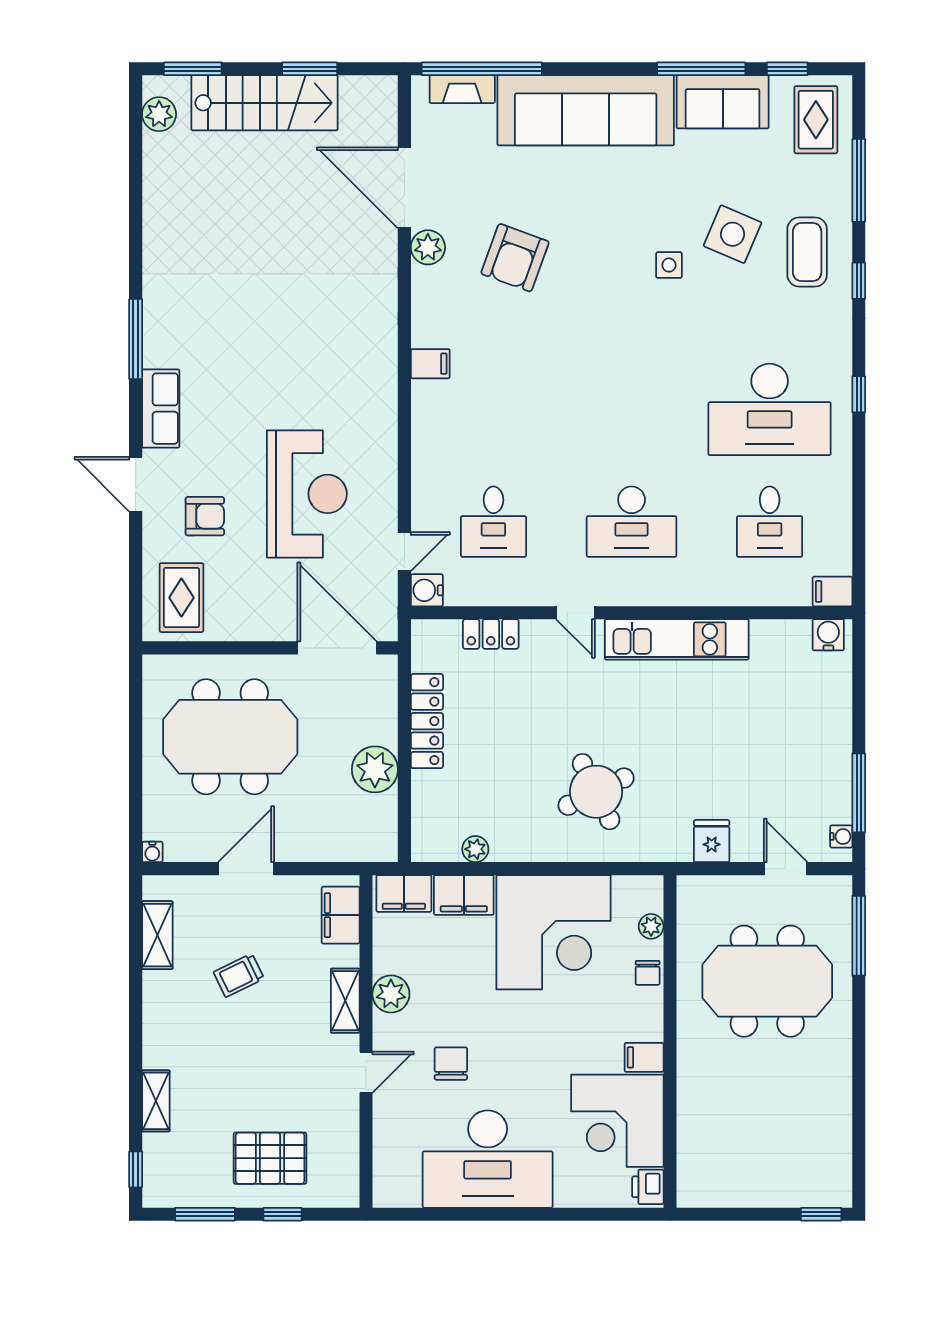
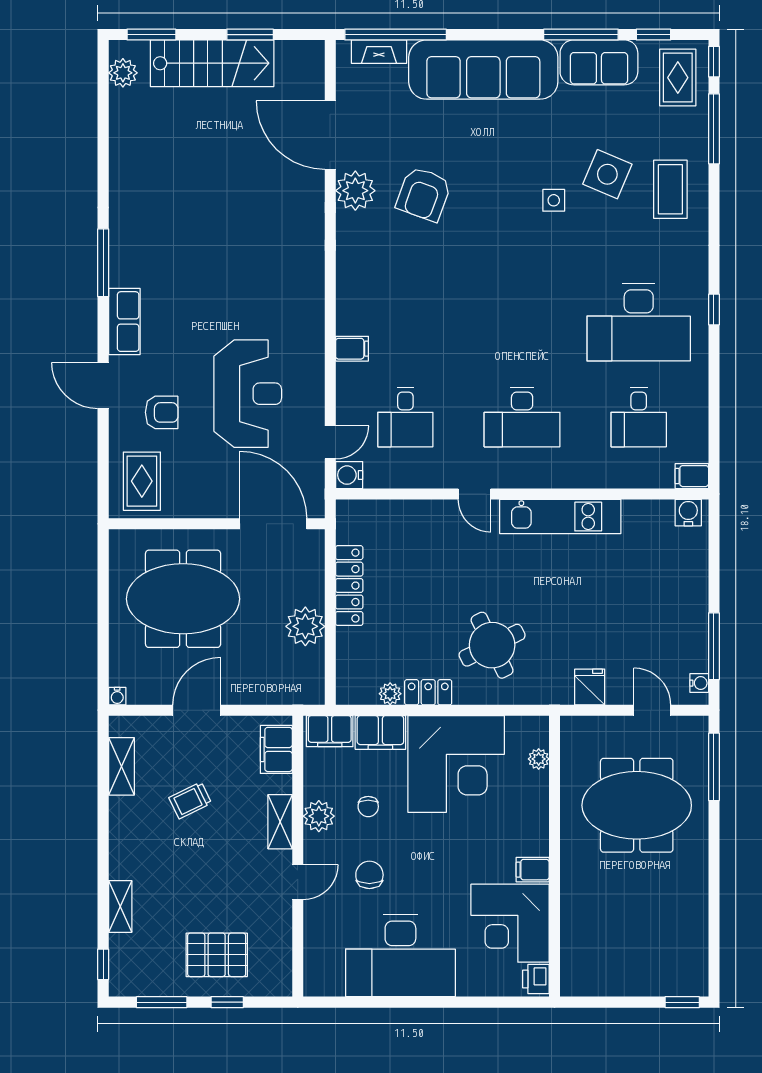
plant: (428, 247) -> (355, 191), width x1.36, depth x1.36
window: (859, 281) -> (714, 62), moved
filing cabinet: (430, 364) -> (352, 349), moved
locker: (491, 634) -> (428, 692), moved, turned 180
chair: (648, 973) -> (368, 807), moved

